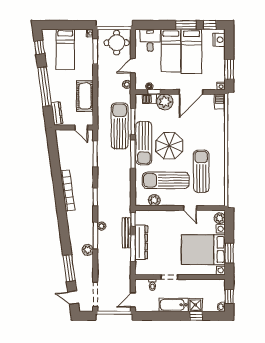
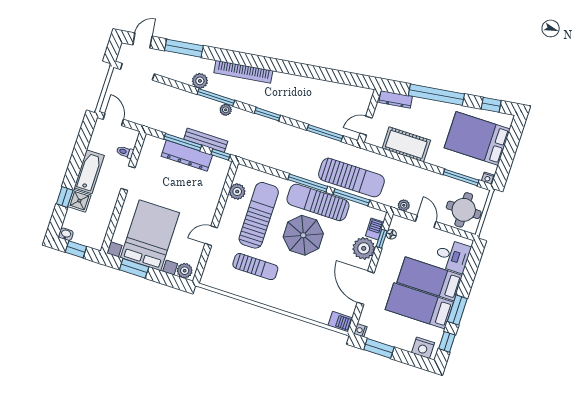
bed: (65, 49) -> (477, 138), width x1.50
sun lounger: (201, 171) -> (255, 267), width x0.73, depth x0.75
bookcase: (68, 190) -> (243, 72), moved

